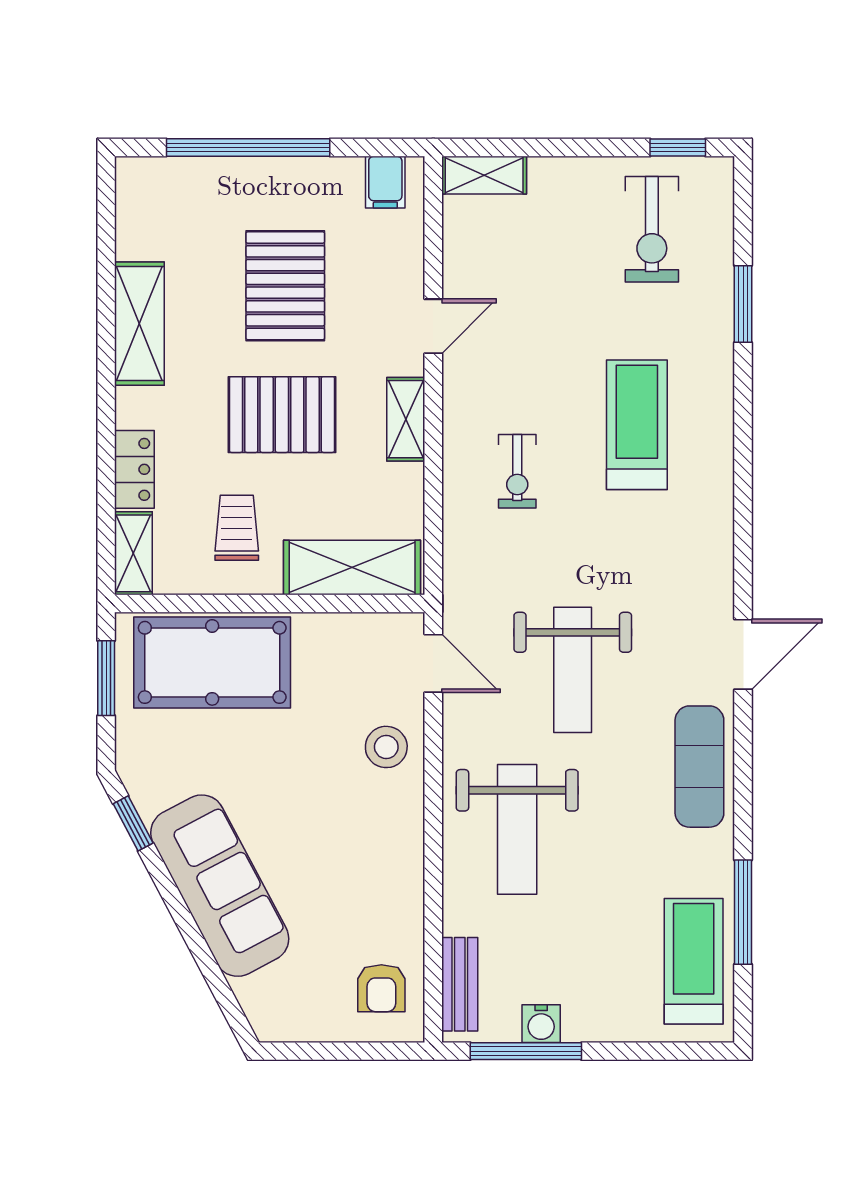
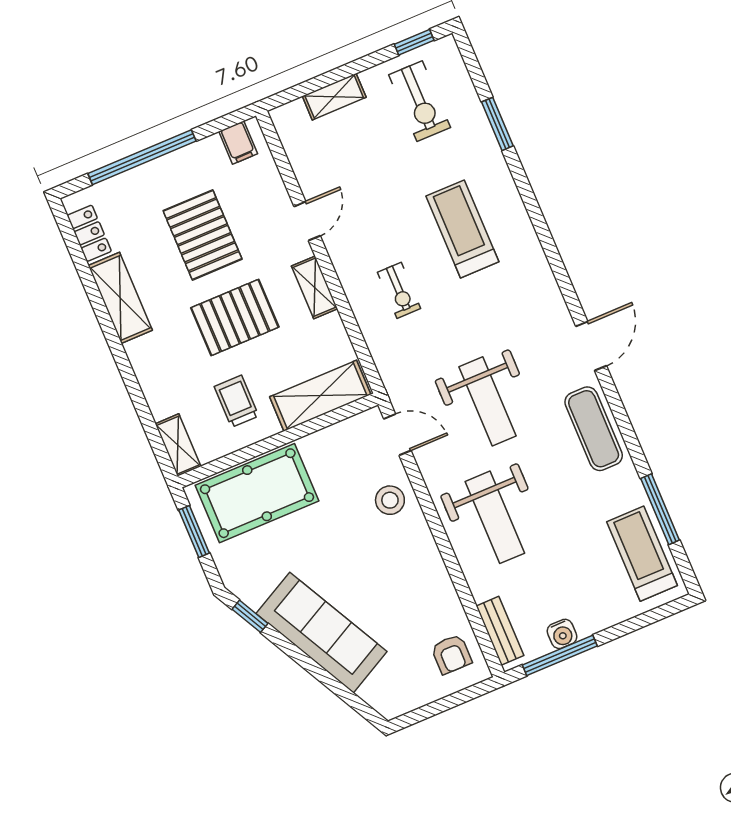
shelving: (484, 175) -> (334, 97), moved
locker: (134, 469) -> (89, 233), moved

